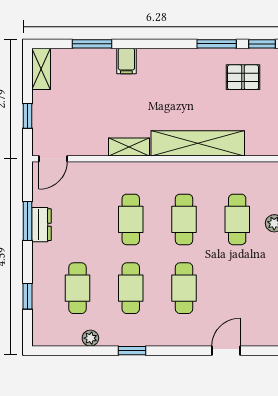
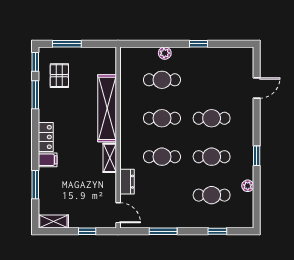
locker: (158, 58) -> (46, 137), added
dresser: (41, 225) -> (127, 182), moved, turned 90
door: (226, 351) -> (257, 88), swing flipped

